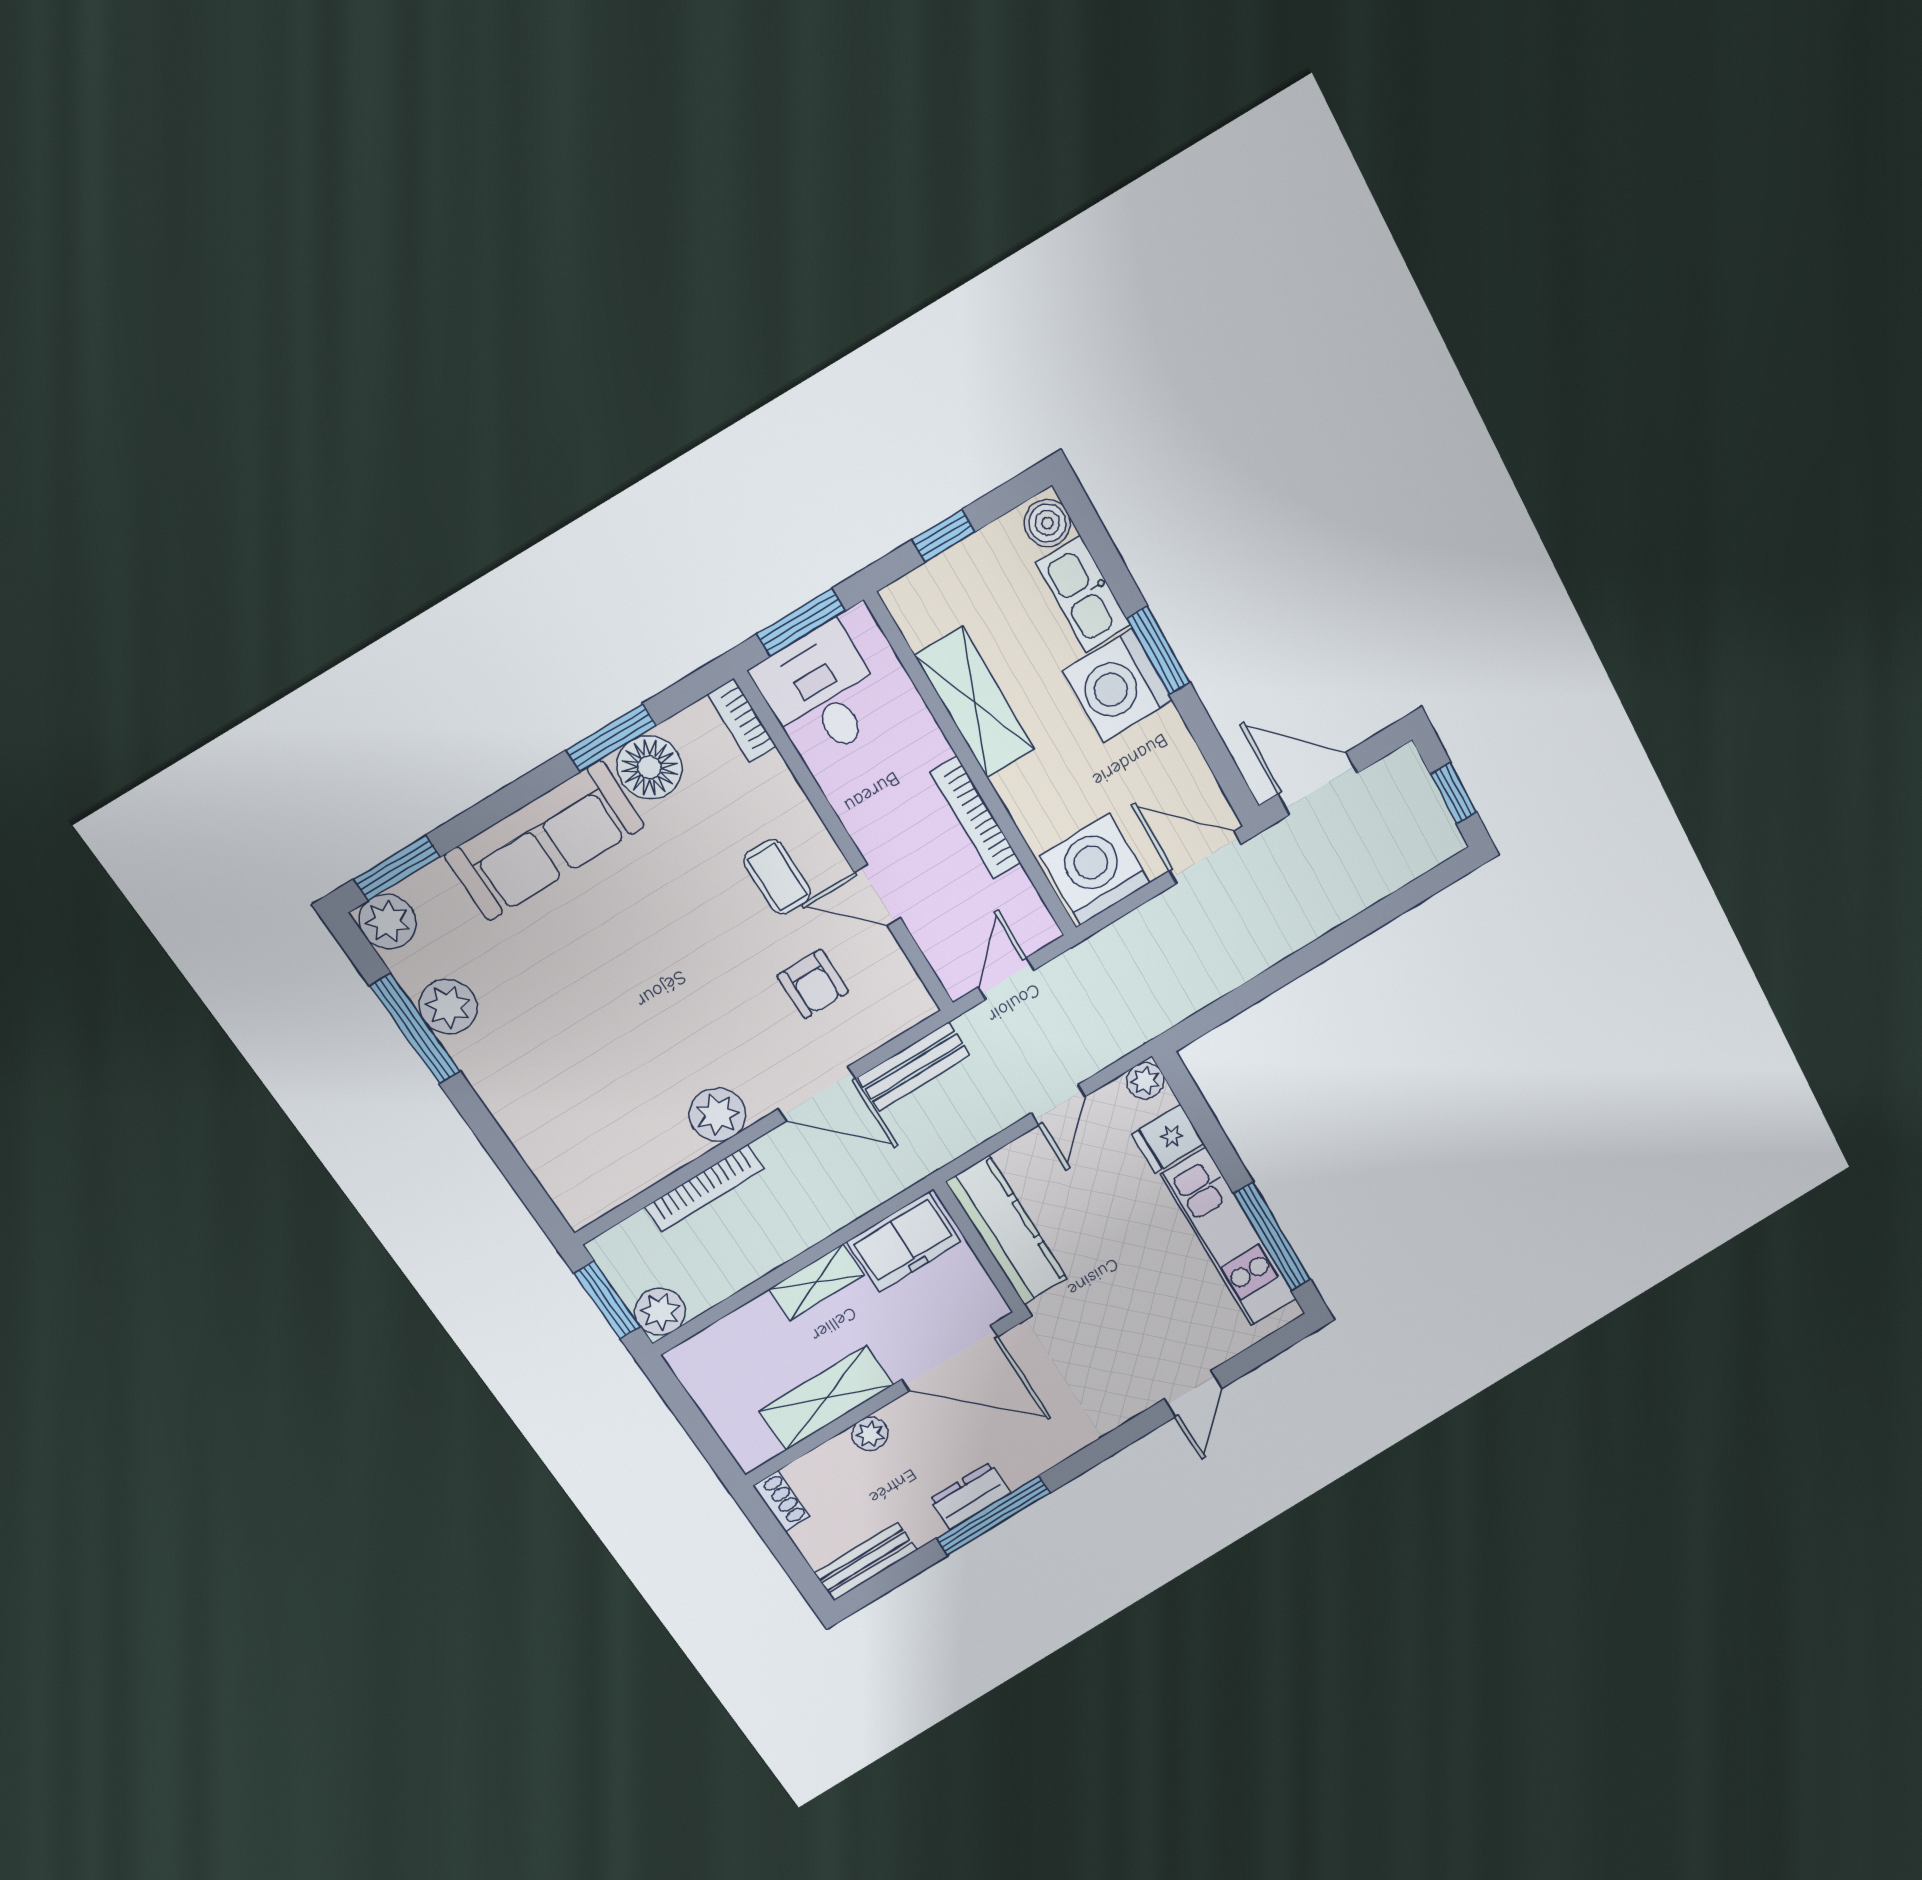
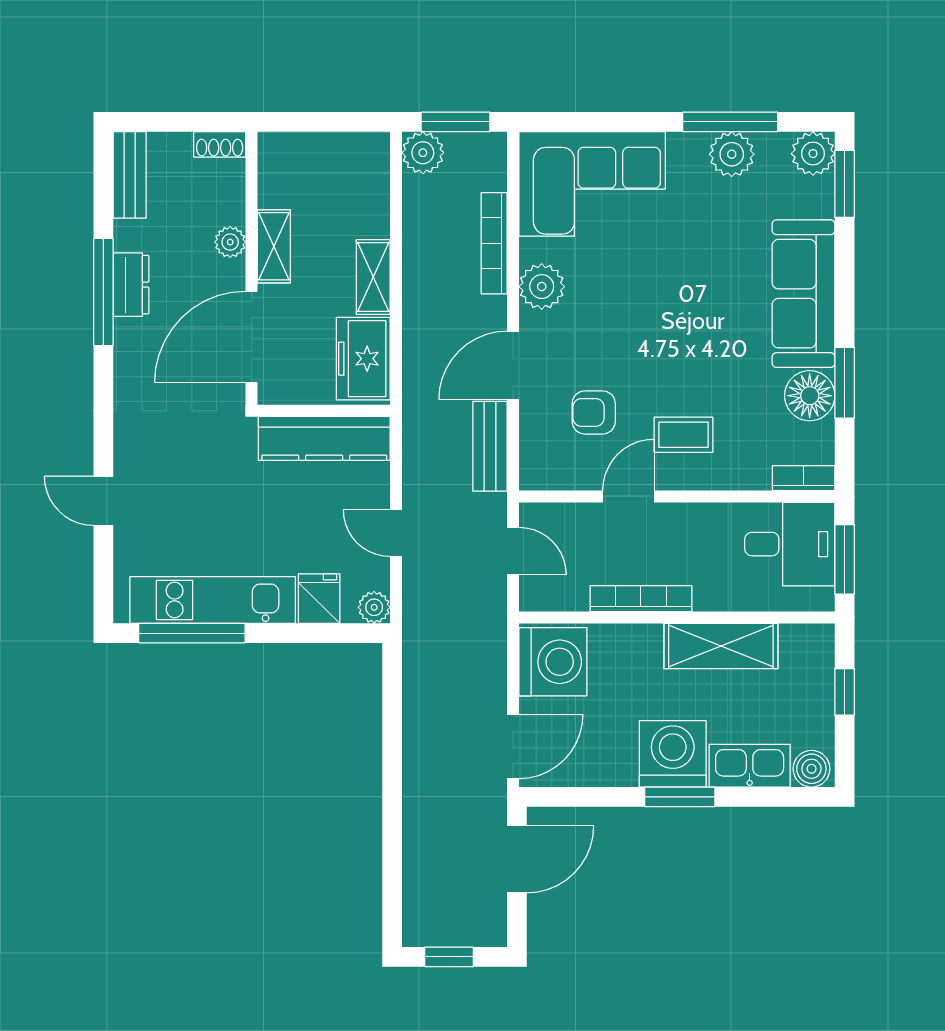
corner sofa: (578, 1129) -> (592, 184), added
shelving: (826, 1398) -> (274, 246), width x0.67, depth x0.75

